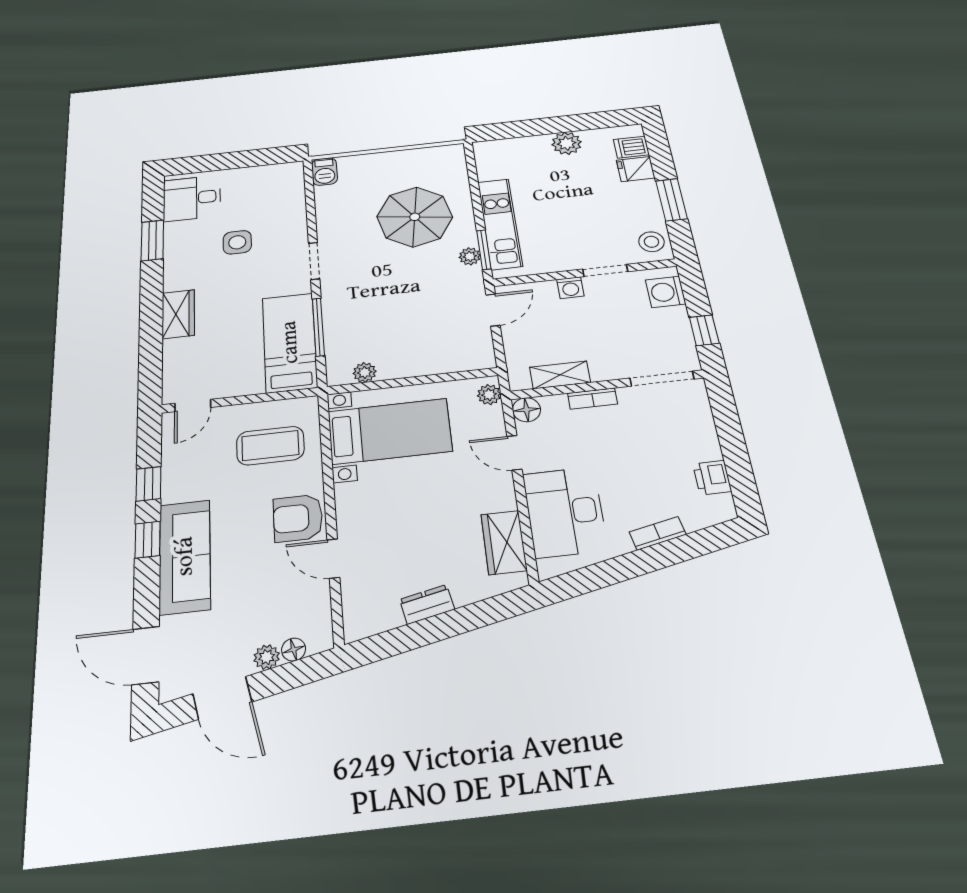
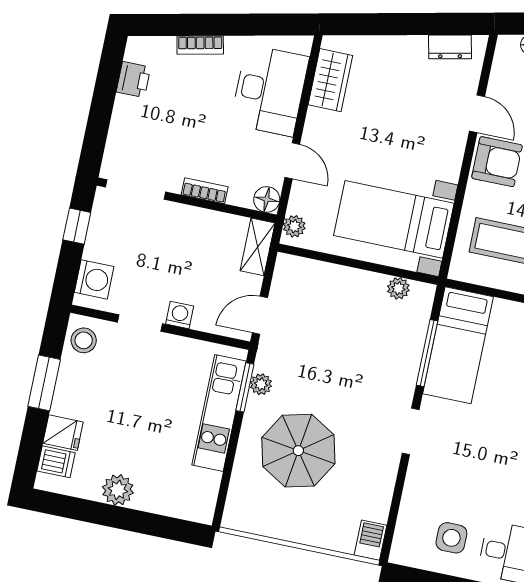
side table: (237, 242) -> (451, 538), moved
shelving: (560, 375) -> (258, 247), moved, turned 90
dresser: (427, 604) -> (450, 47), moved

